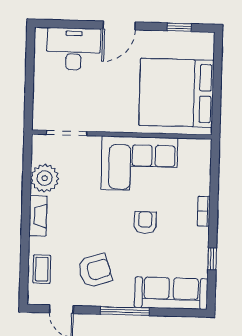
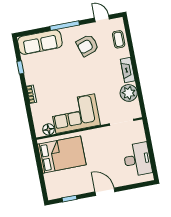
door: (119, 26) -> (105, 192), hinge flipped
desk: (74, 49) -> (137, 159), moved, turned -90
bed: (176, 93) -> (62, 155), width x0.73
floor lamp: (189, 148) -> (49, 129), added
armchair: (145, 222) -> (64, 80), removed

